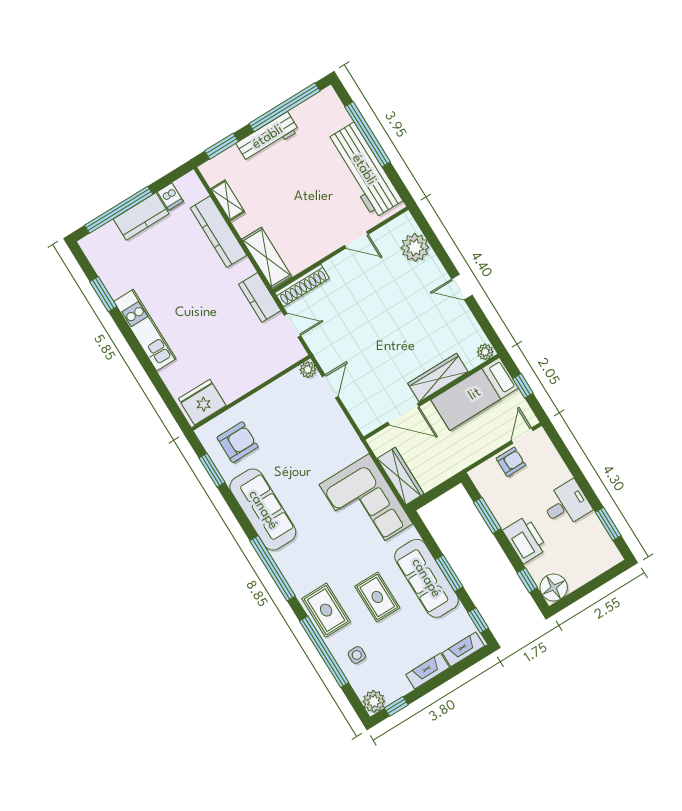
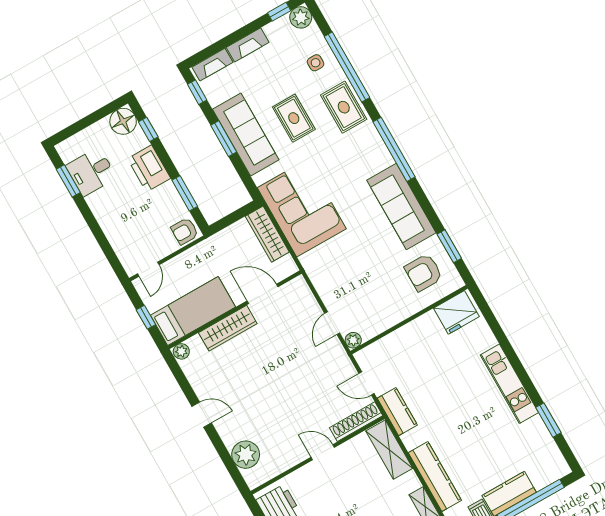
door: (356, 240) -> (323, 452), moved
armchair: (511, 462) -> (185, 231), moved
desk: (566, 504) -> (91, 172), moved

